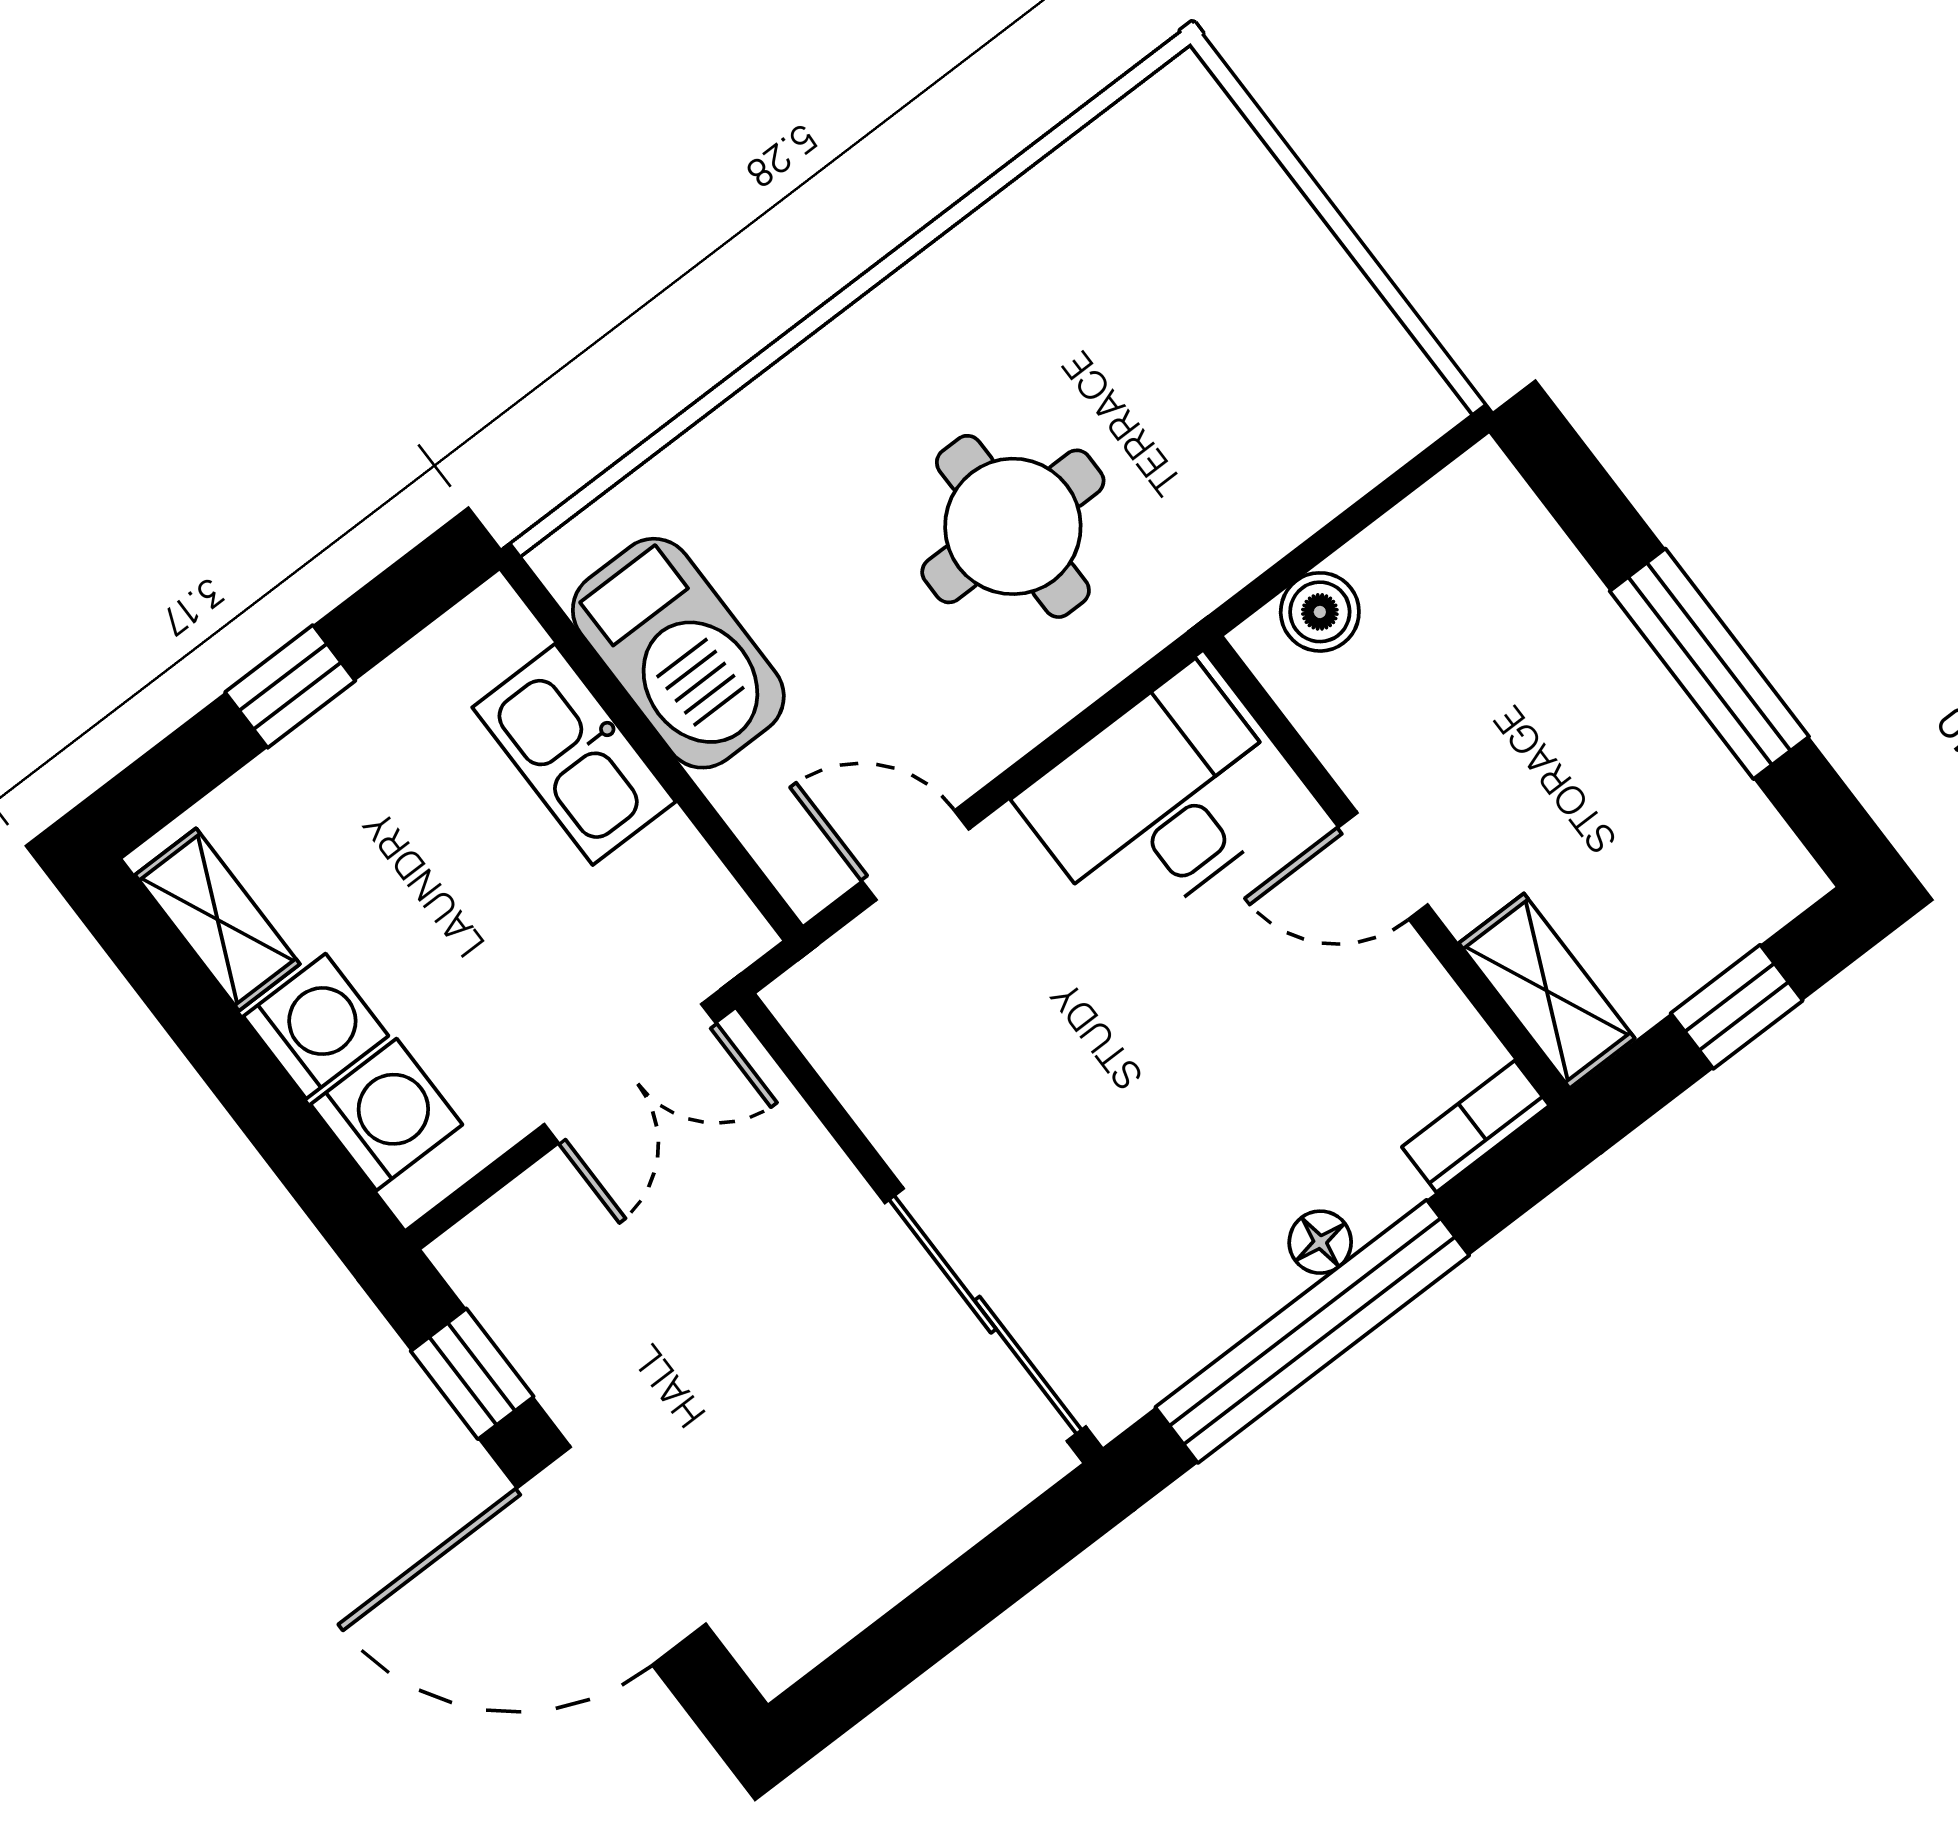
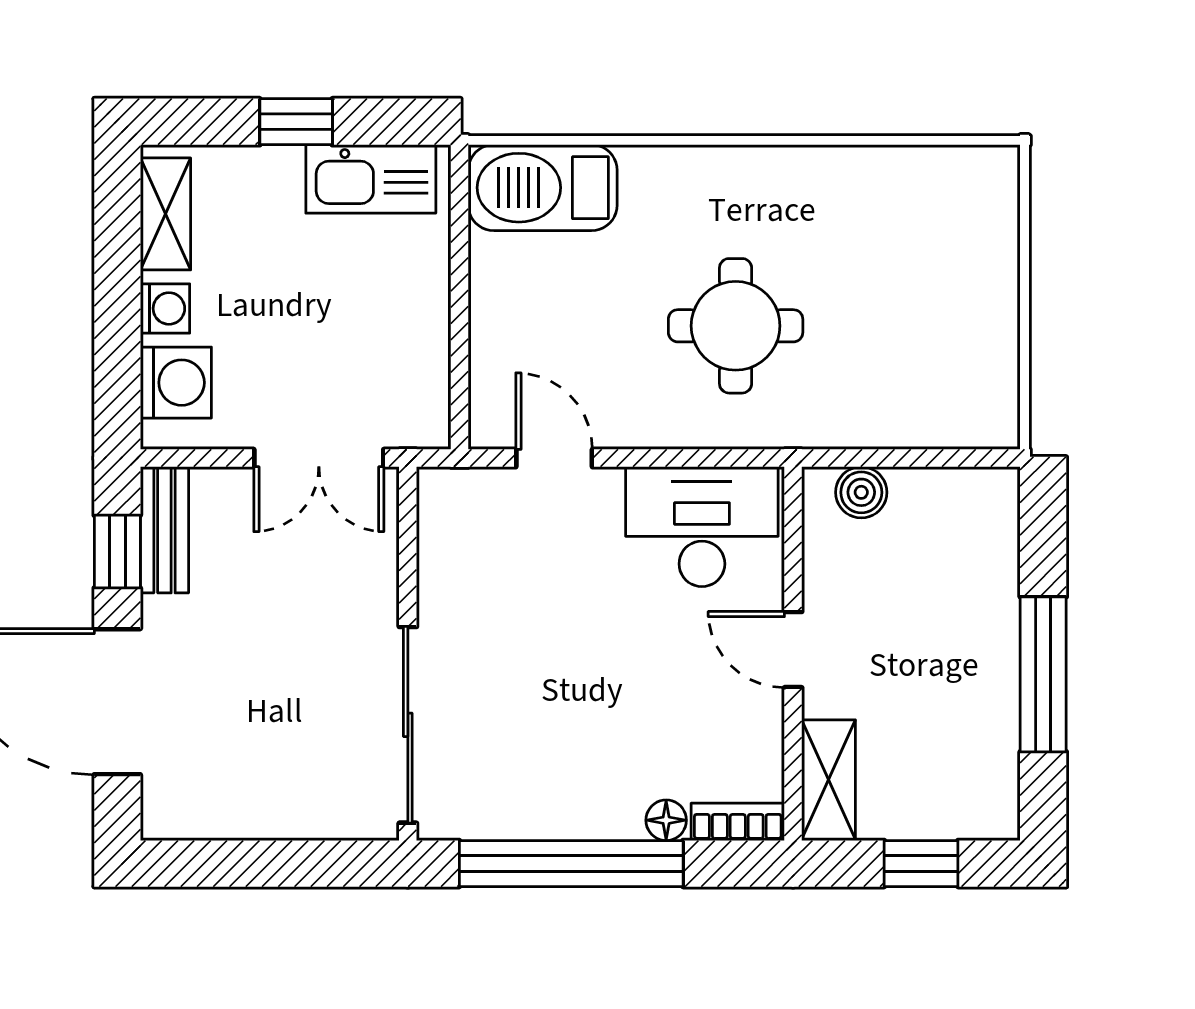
barbecue: (678, 653) -> (543, 188), moved, turned 90
kitchen sink: (574, 754) -> (371, 179), moved, turned -90
washing machine: (316, 1026) -> (165, 308), width x0.73, depth x0.73
floor lamp: (1320, 1242) -> (666, 820), moved
bench: (509, 1304) -> (164, 530), added

